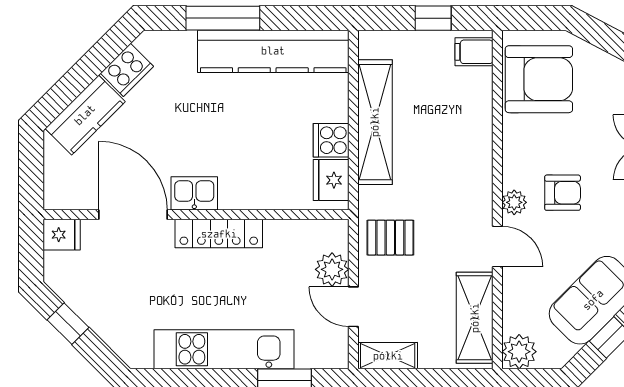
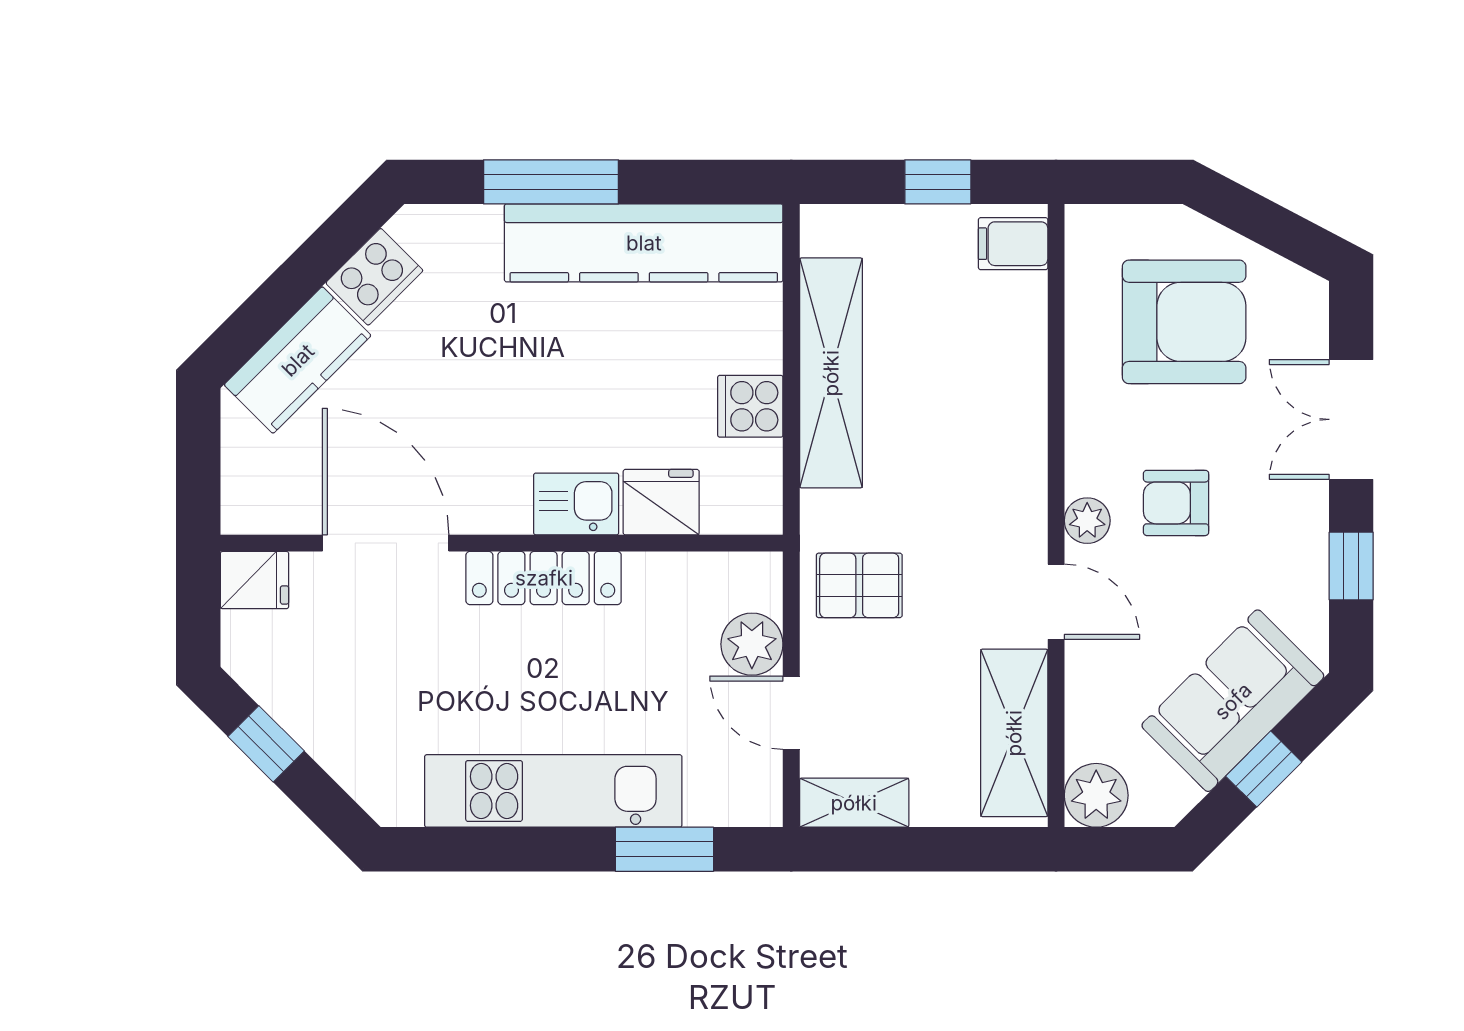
armchair: (539, 79) -> (1184, 322), moved
fridge: (331, 180) -> (661, 502), moved, turned 90
kitchen sink: (194, 193) -> (576, 504), moved
armchair: (563, 193) -> (1176, 503), turned 180

